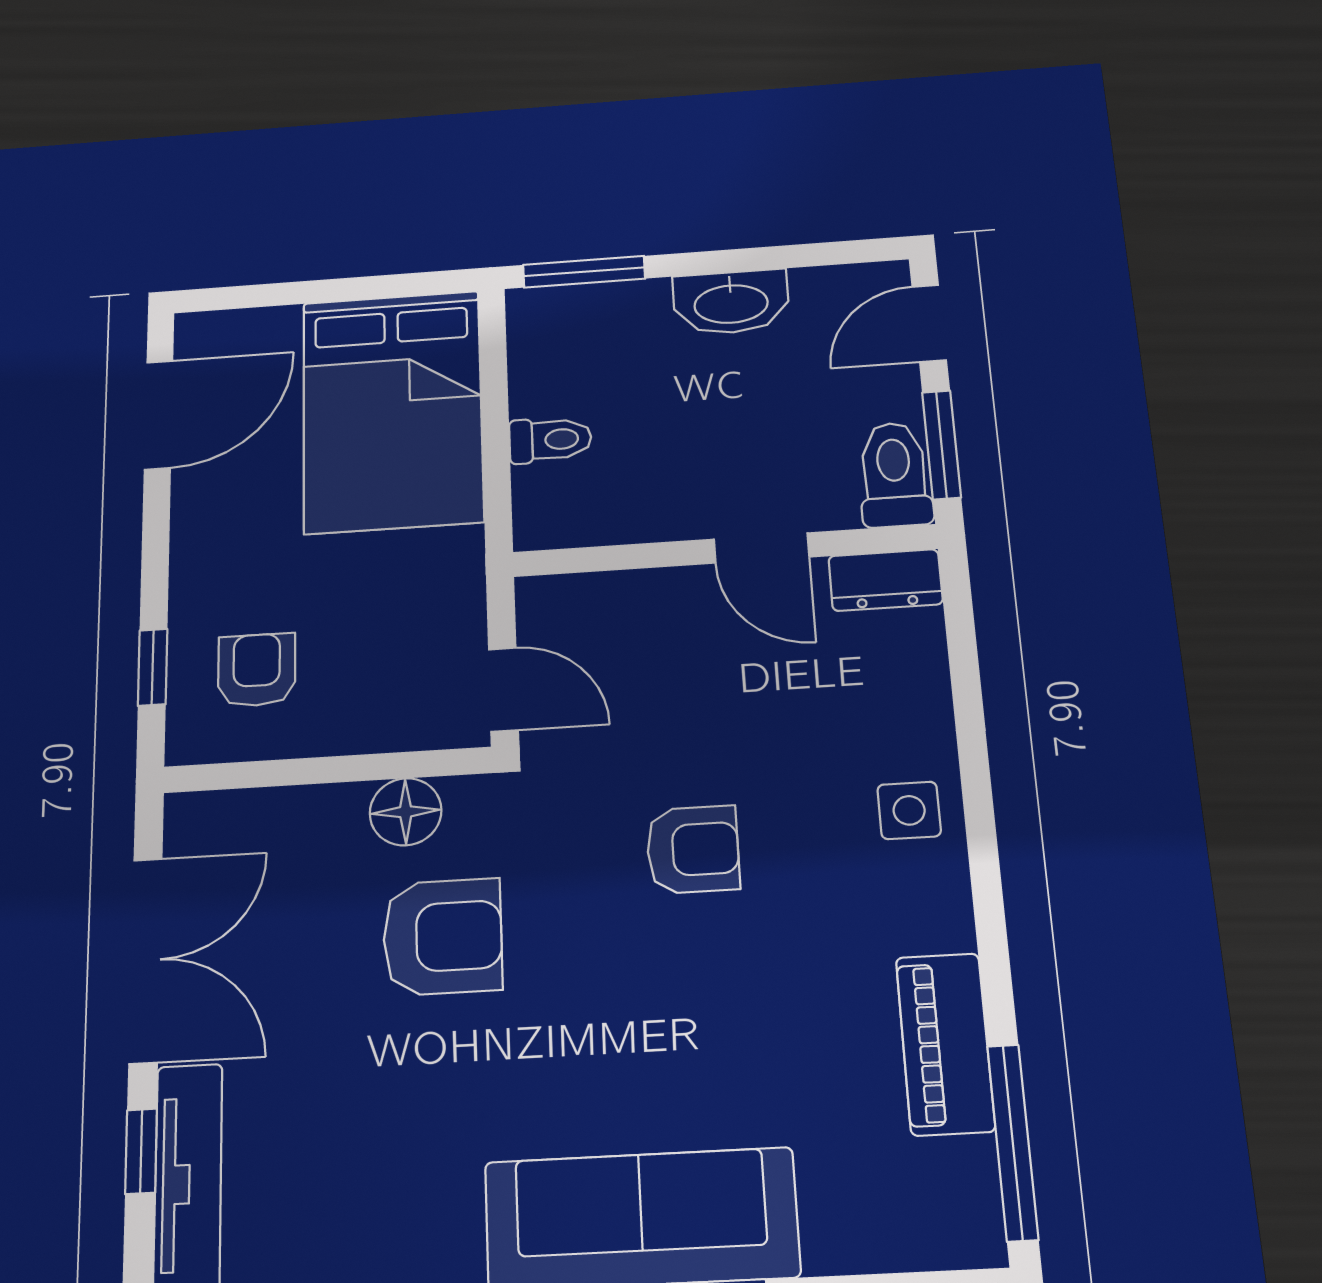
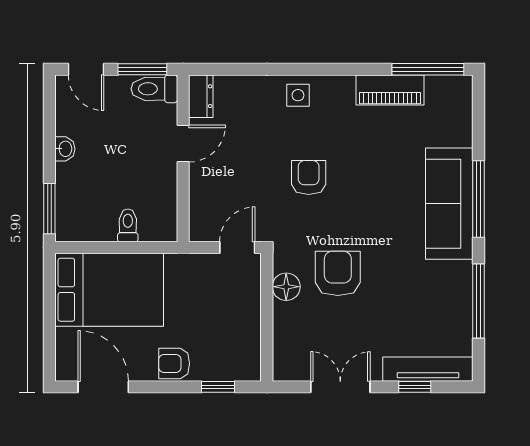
washbasin: (731, 302) -> (65, 149), width x0.52, depth x0.69
armchair: (257, 670) -> (174, 363), moved
double door: (146, 960) -> (340, 387), width x0.73

